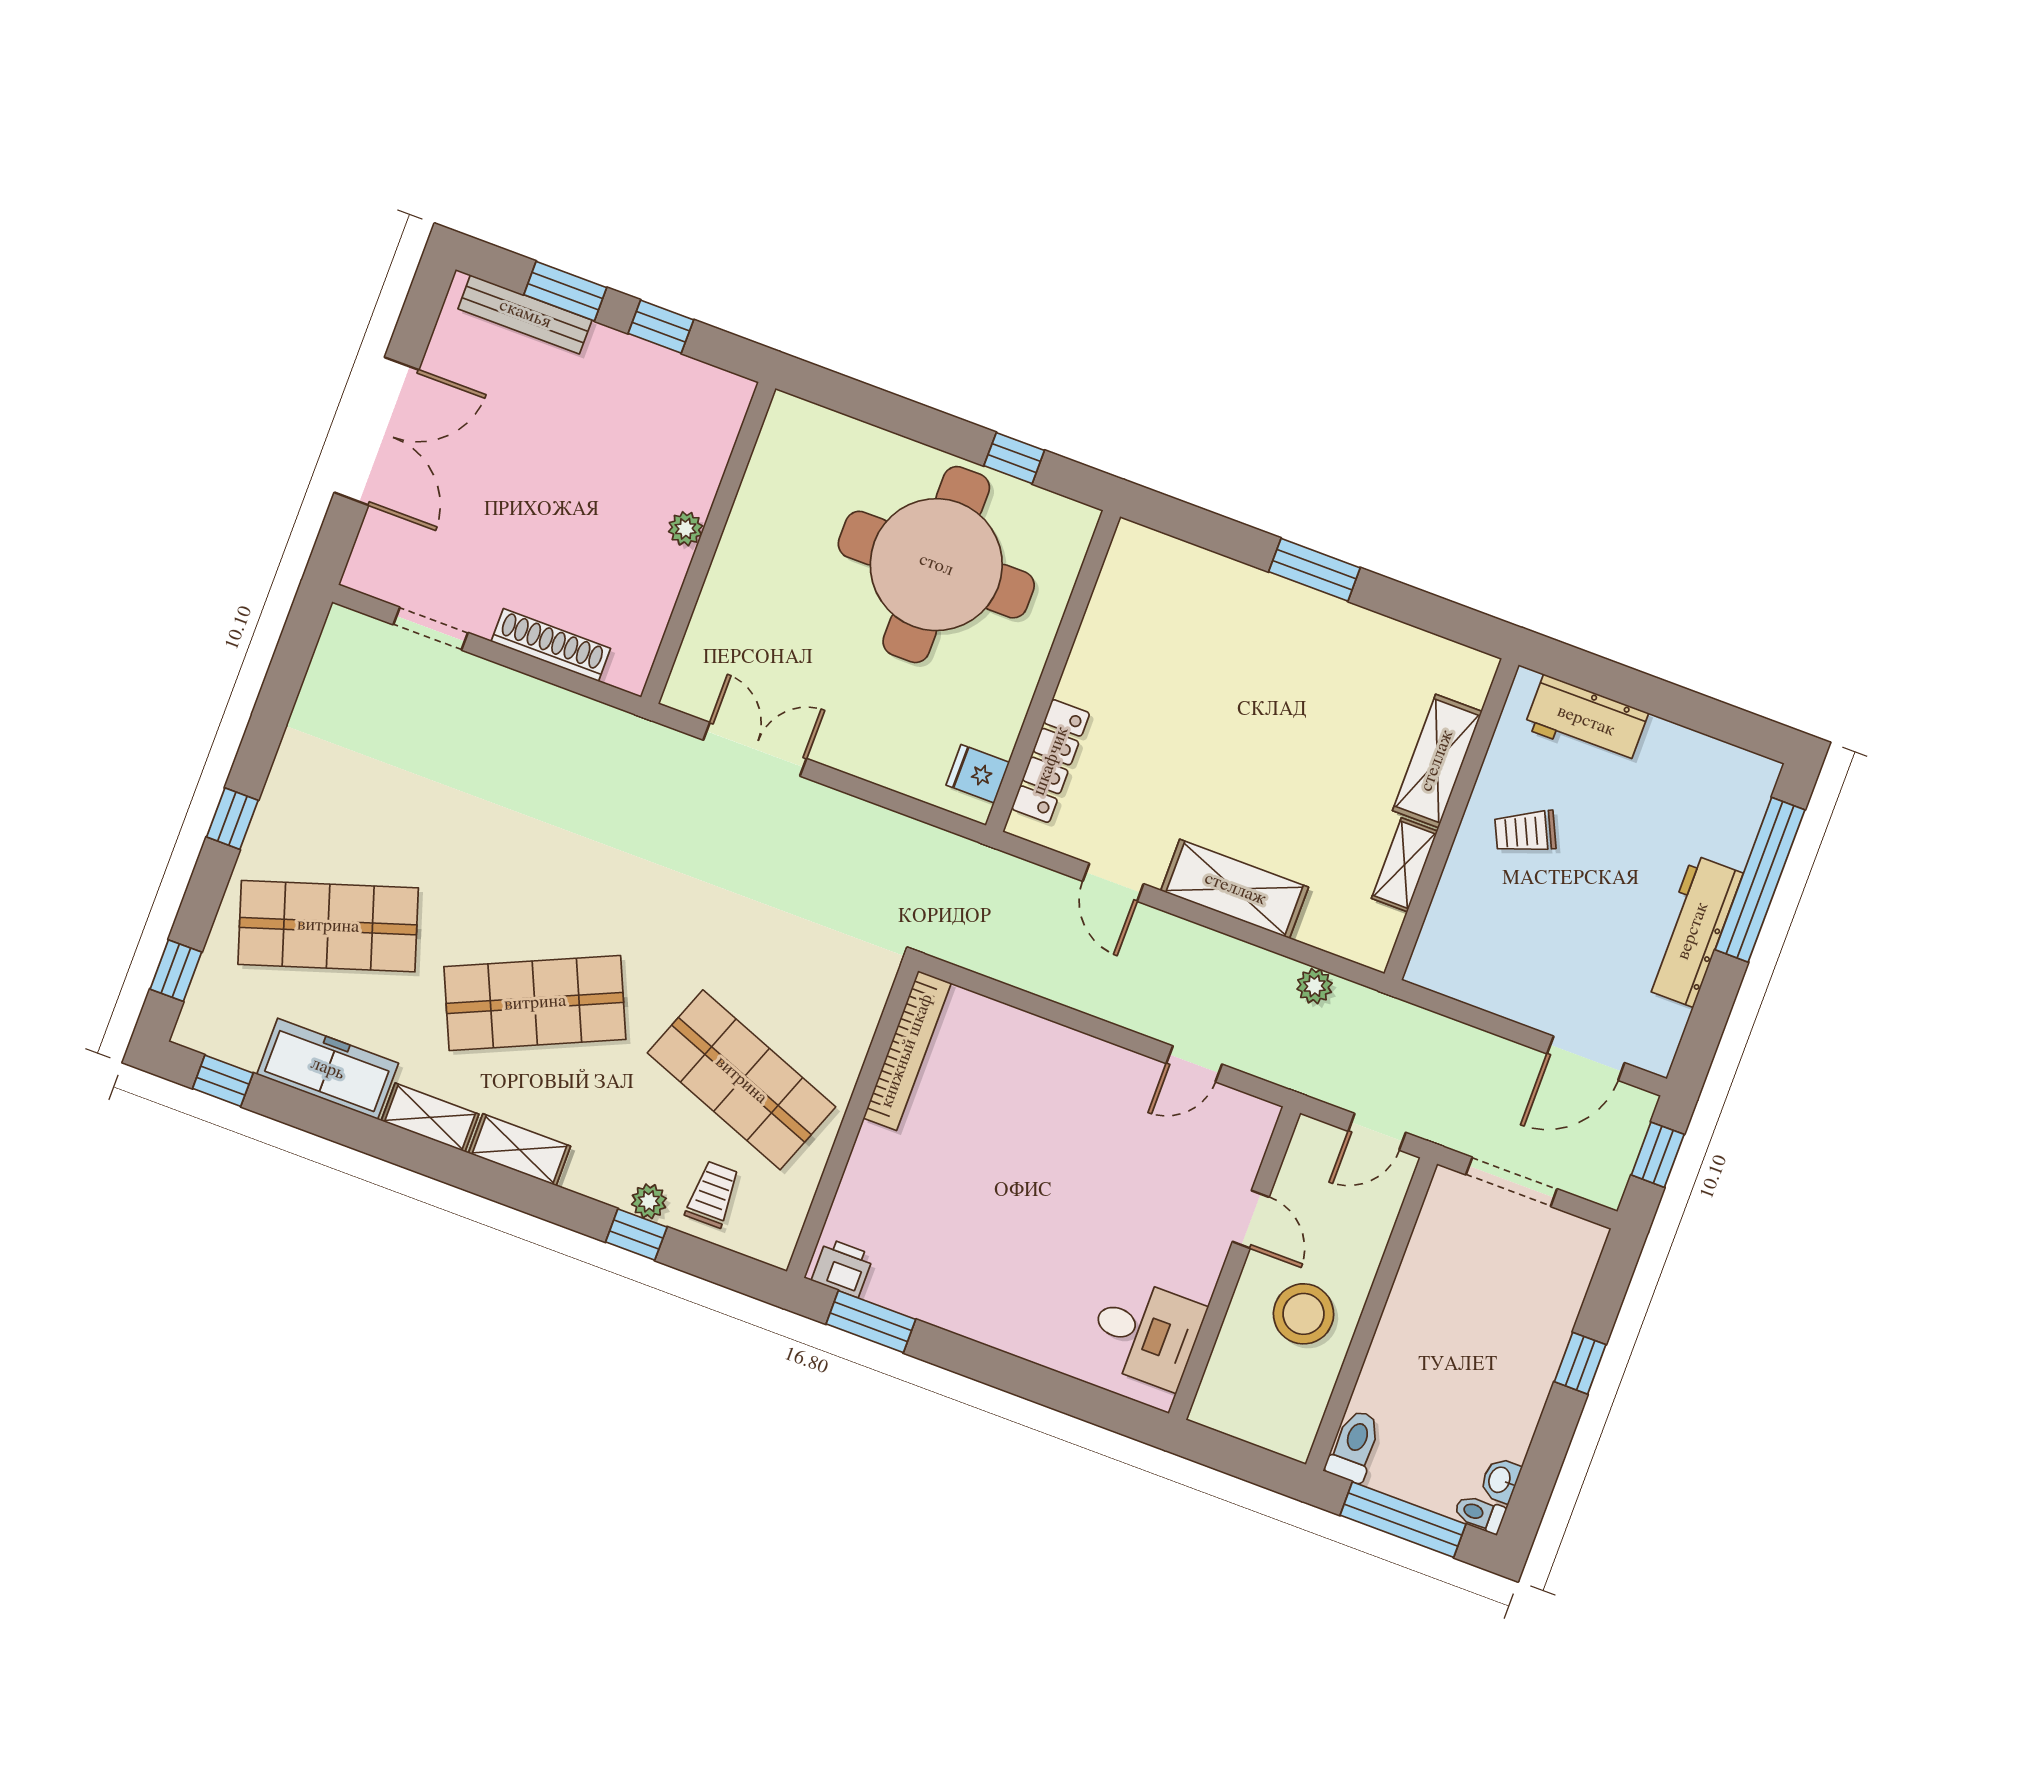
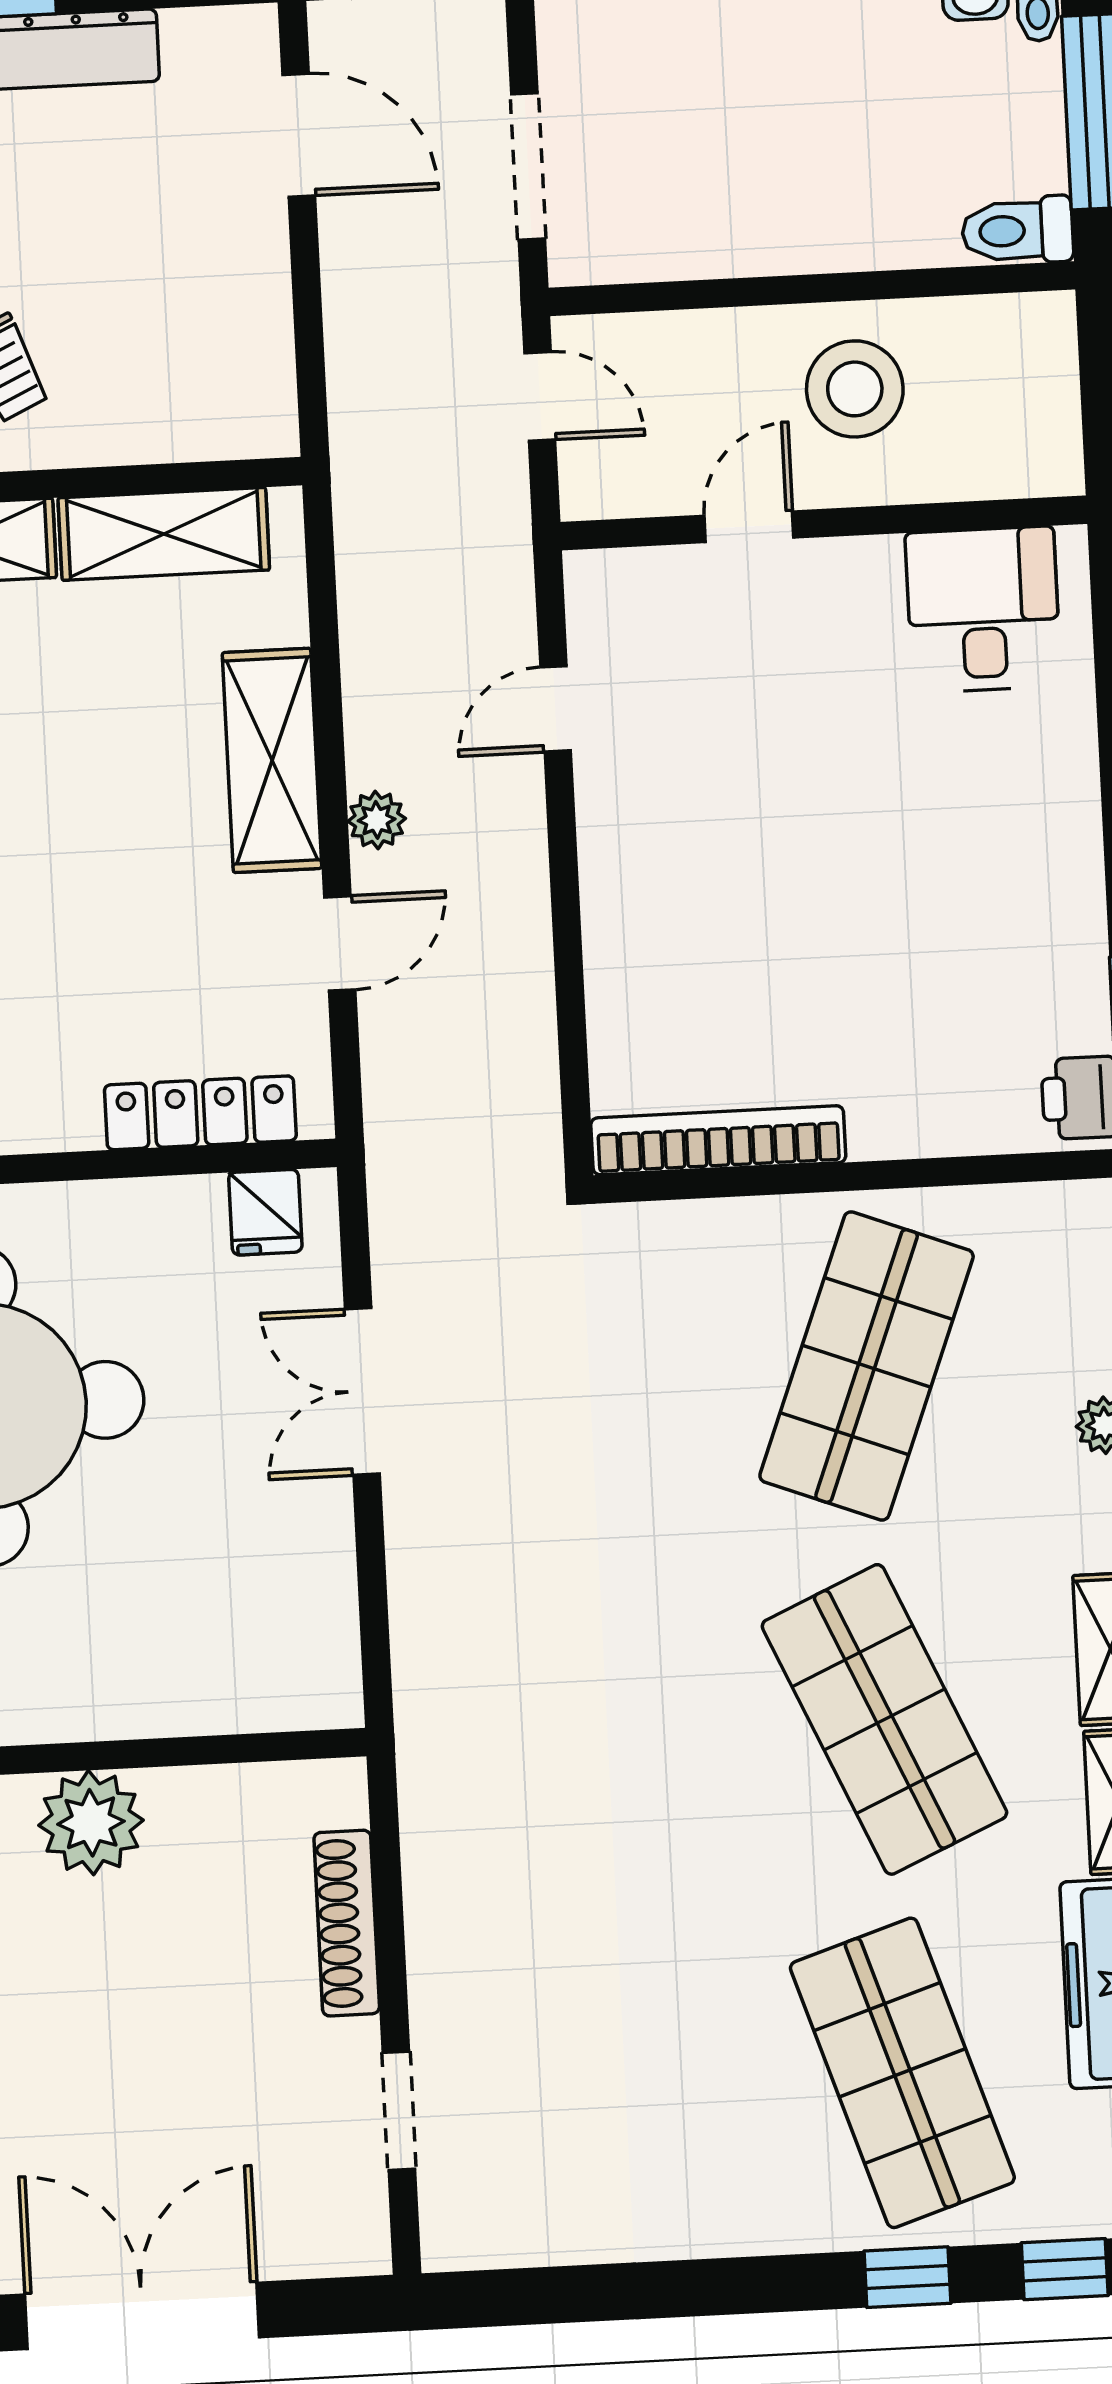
plant: (686, 529) -> (91, 1823), width x1.88, depth x1.88
double door: (755, 749) -> (362, 1391), moved
window: (232, 819) -> (907, 2277), moved
shelving: (1404, 865) -> (164, 534), width x1.50, depth x1.33
plant: (1315, 986) -> (377, 820), moved
door: (1194, 1064) -> (556, 709), swing flipped
trolley: (713, 1194) -> (1054, 1336), removed

